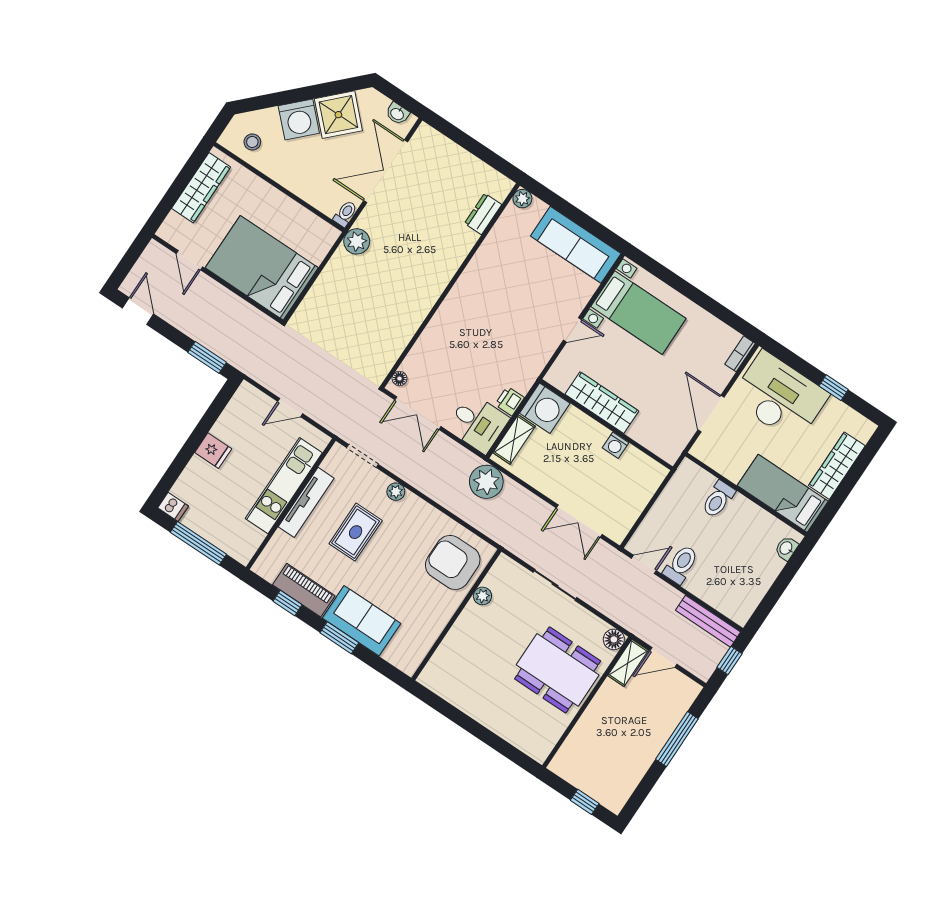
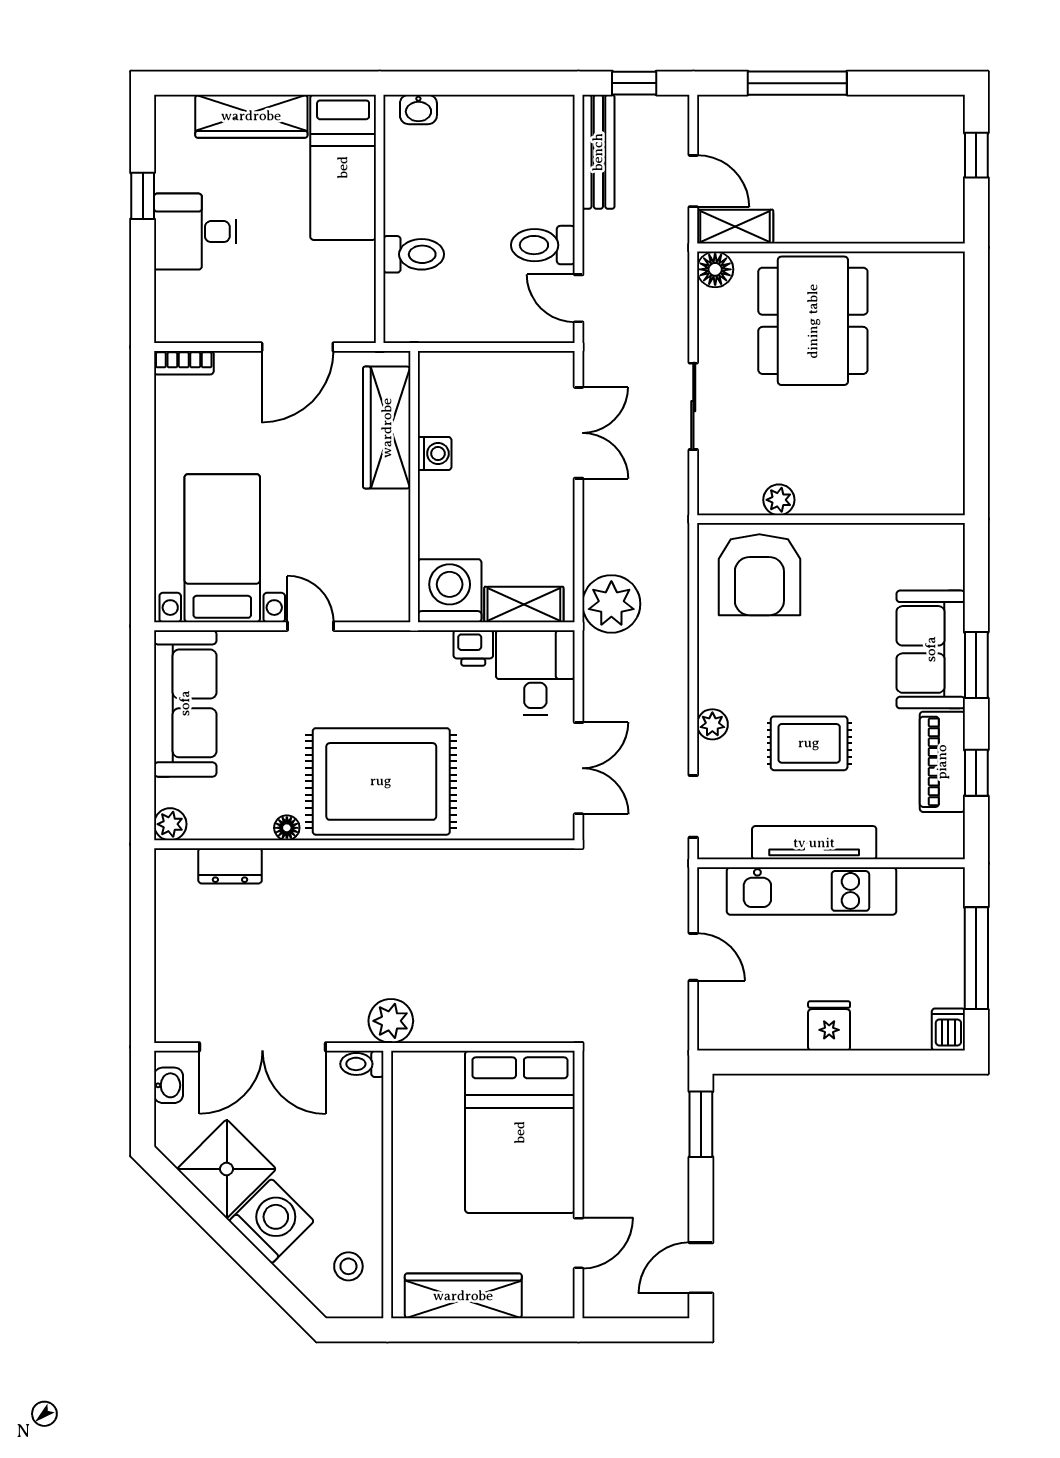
rug: (475, 314) -> (381, 781), added
floor lamp: (399, 379) -> (287, 828), moved
desk: (780, 397) -> (195, 232), width x0.53, depth x0.77
wardrobe: (602, 403) -> (387, 428), moved

